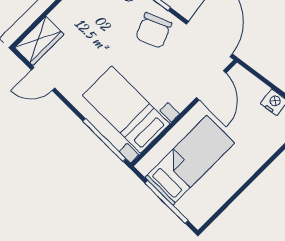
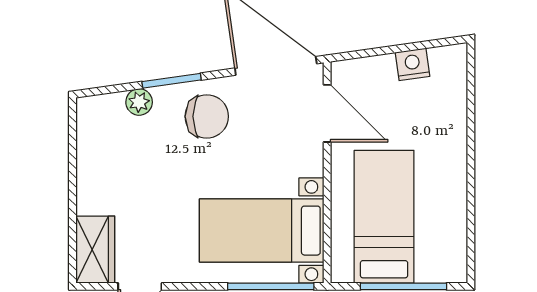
chair: (154, 31) -> (207, 116), turned -67

